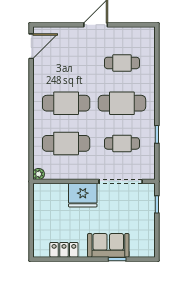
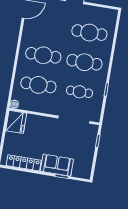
cafe table: (122, 63) -> (89, 33), width x1.37, depth x1.35
fridge: (83, 195) -> (16, 122), moved, turned -90
locker: (64, 250) -> (24, 163), width x1.53

